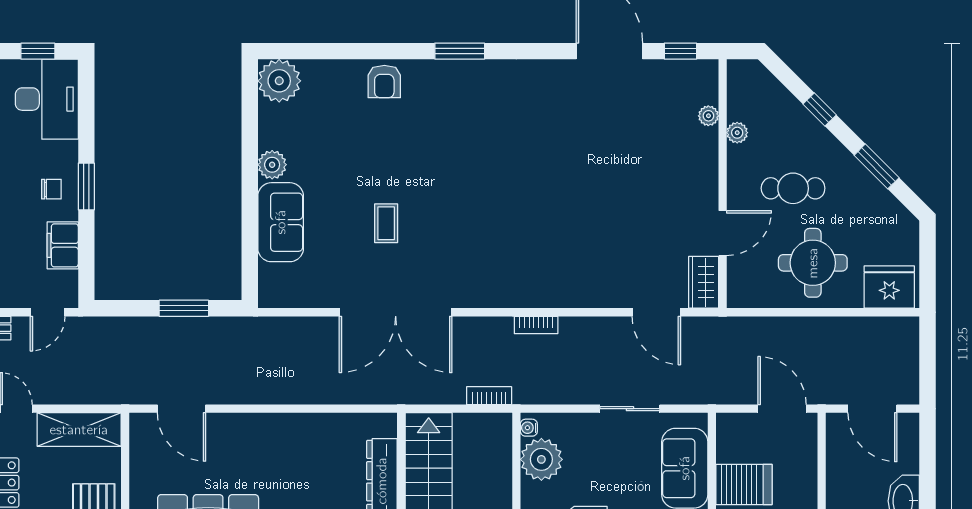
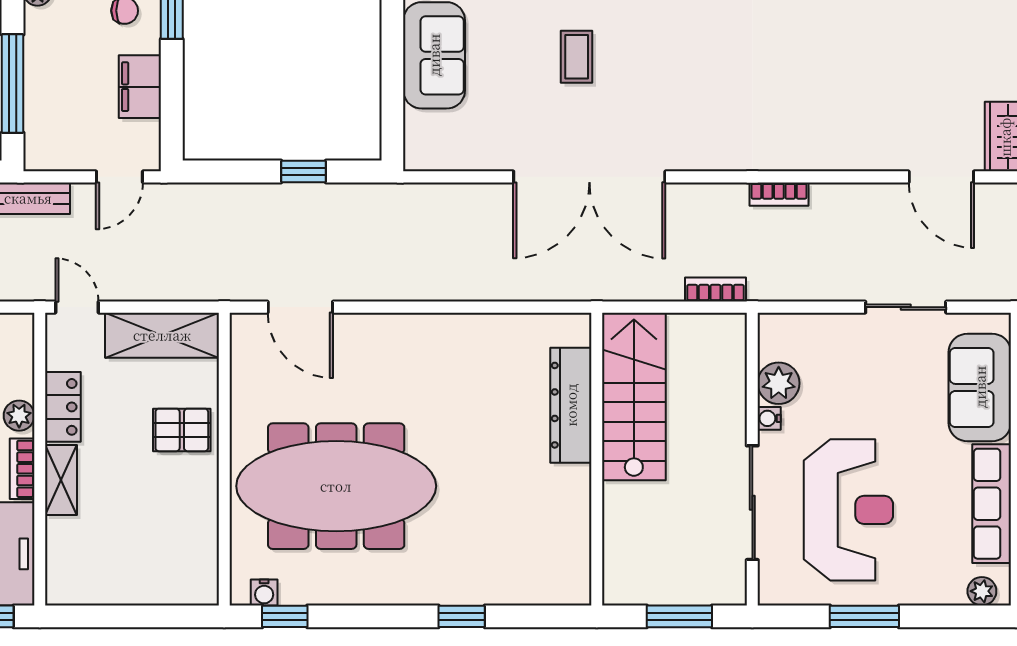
window: (184, 308) -> (303, 171), width x0.67
water cooler: (529, 428) -> (769, 418), moved
plant: (541, 459) -> (779, 383), width x0.73, depth x0.73

